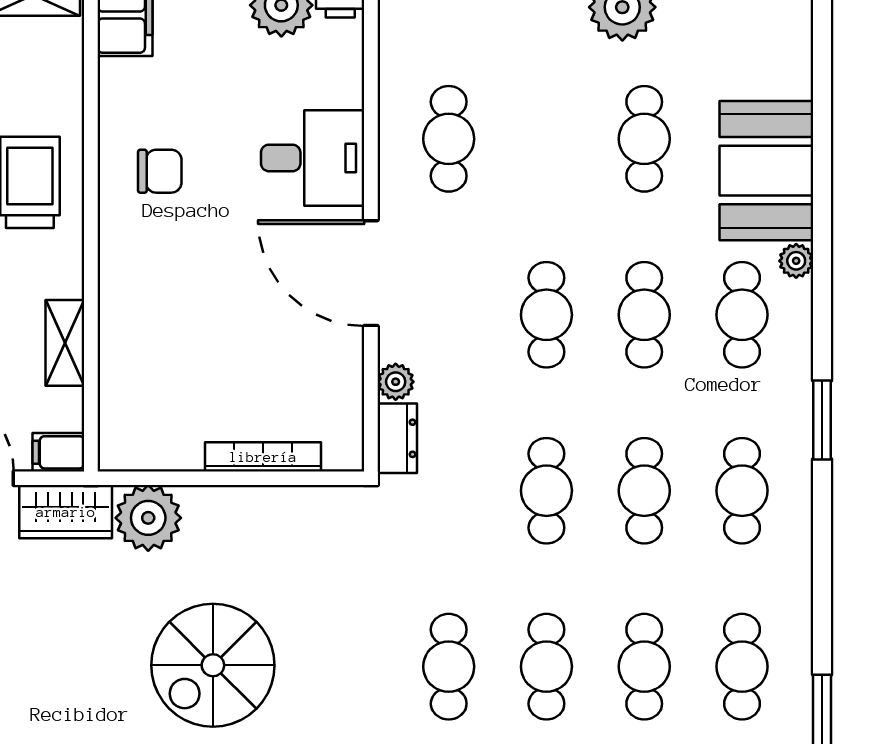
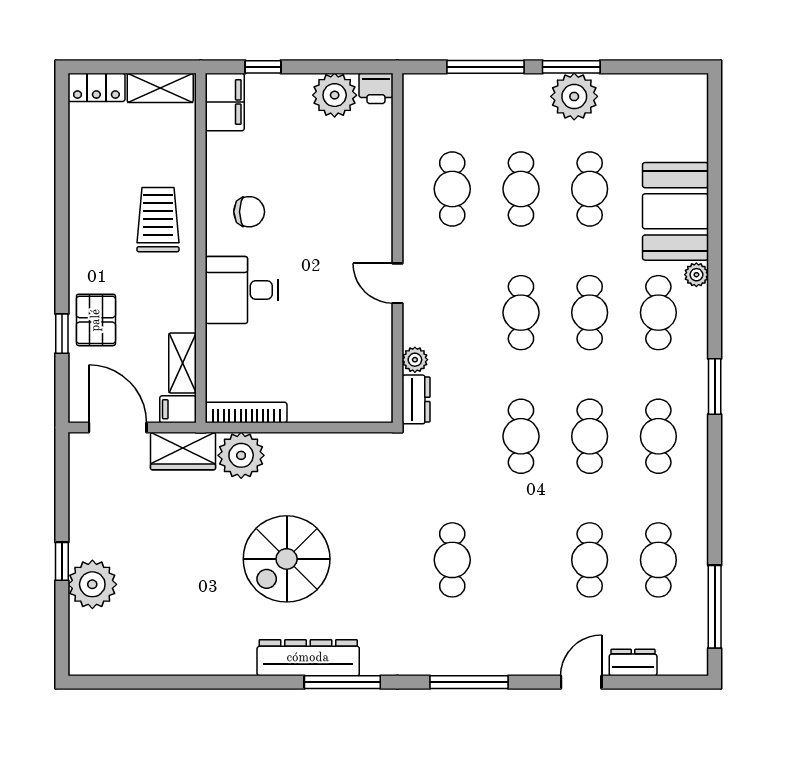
desk: (313, 158) -> (242, 290), moved, turned 180
door: (371, 273) -> (398, 283), width x0.53
shelving: (65, 343) -> (183, 363), moved
bookcase: (263, 457) -> (246, 412), moved
cafe table: (546, 667) -> (521, 189), moved

